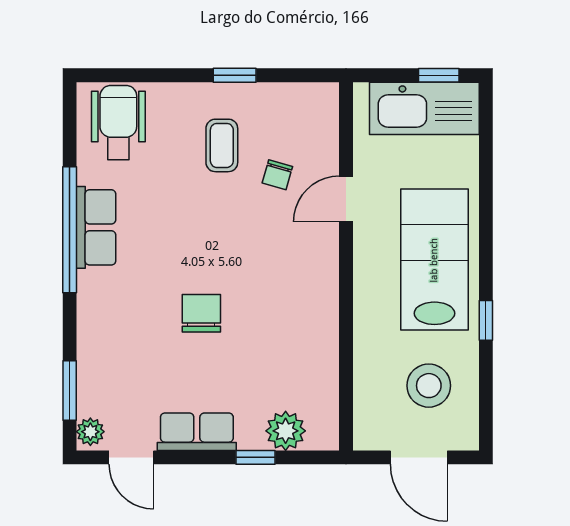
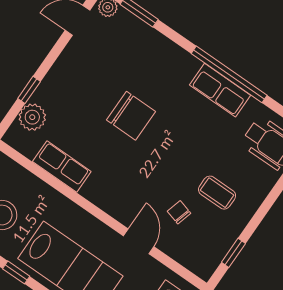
window: (235, 75) -> (233, 253), moved
chair: (201, 313) -> (131, 116), width x1.37, depth x1.37
row of seats: (197, 432) -> (62, 166), moved, turned -90

